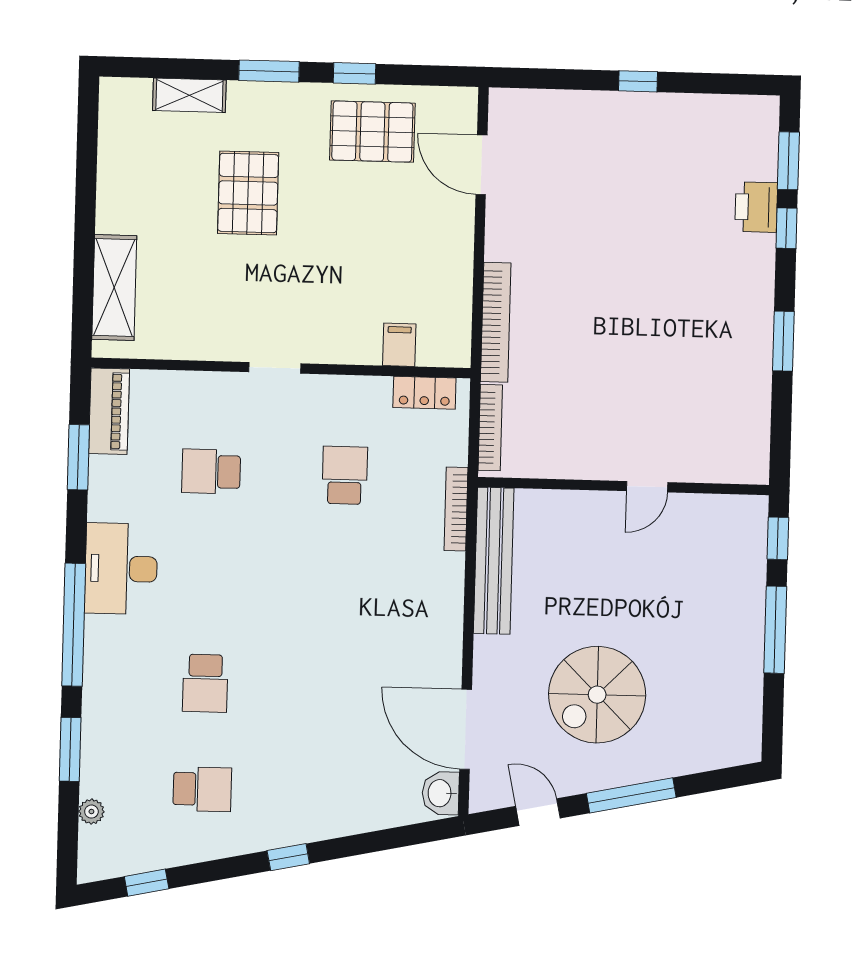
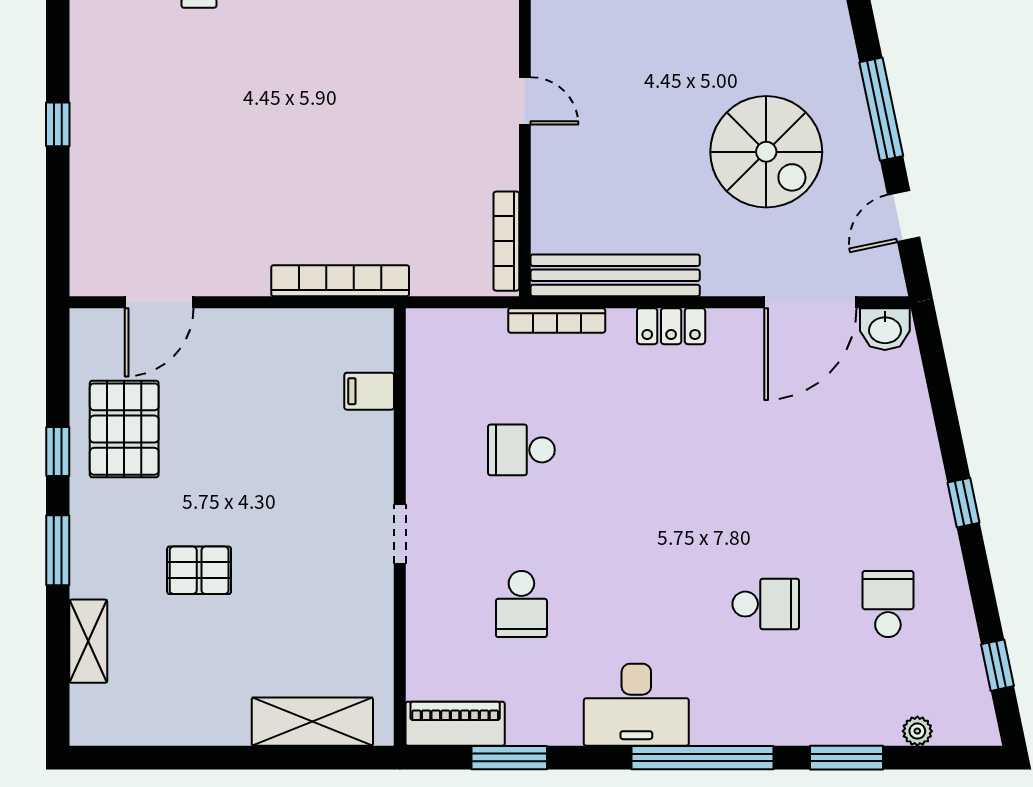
pallet: (248, 193) -> (199, 570), width x0.67, depth x0.71
locker: (424, 393) -> (671, 326), moved, turned 90
bookcase: (490, 428) -> (506, 241), moved, turned -90

